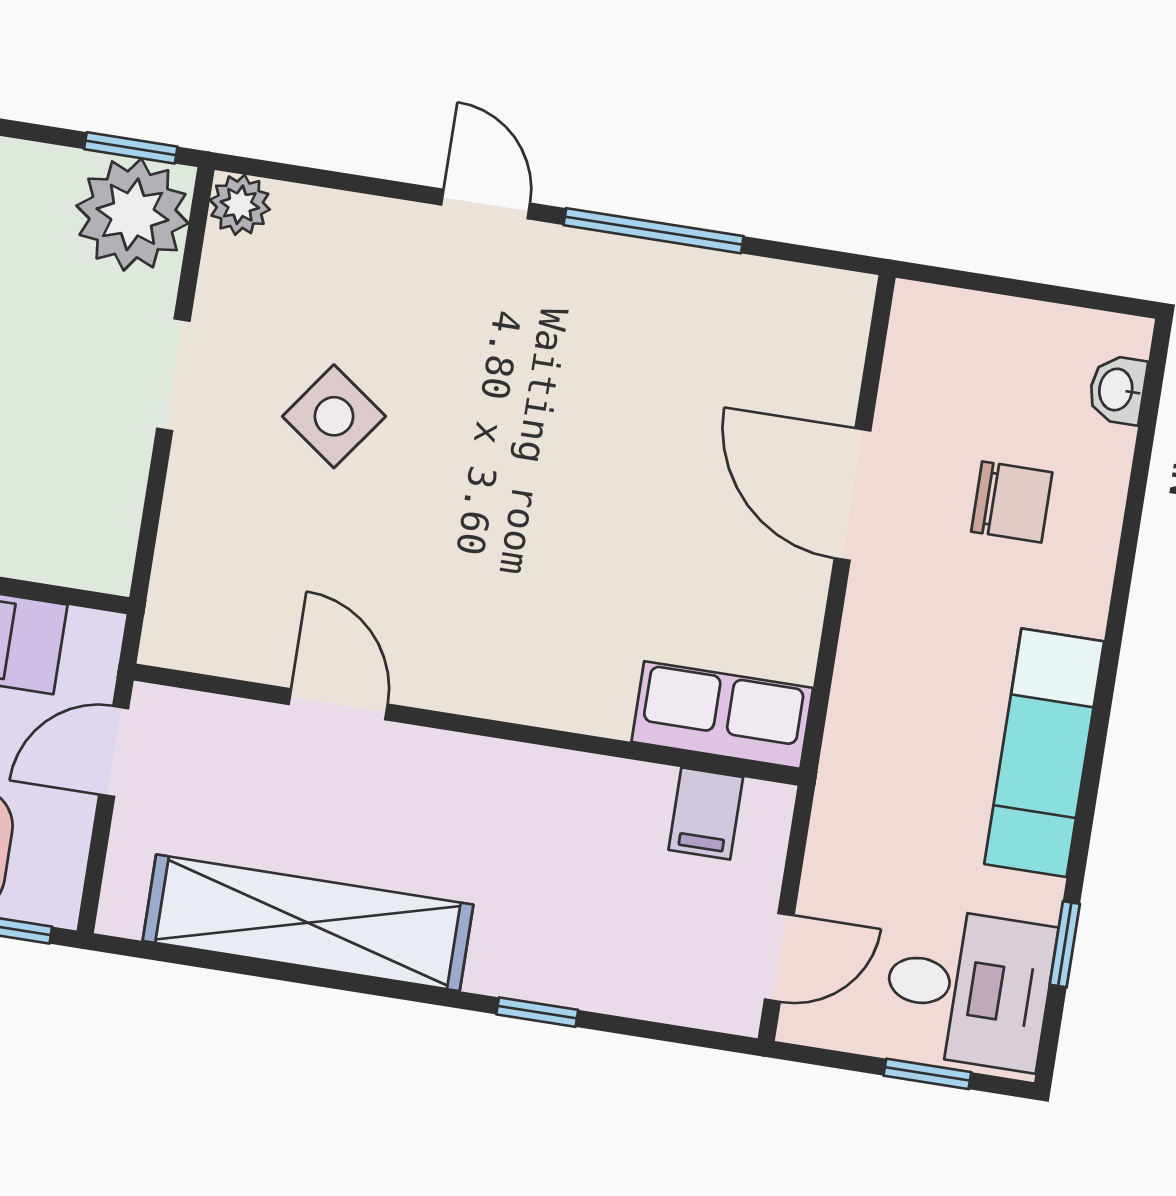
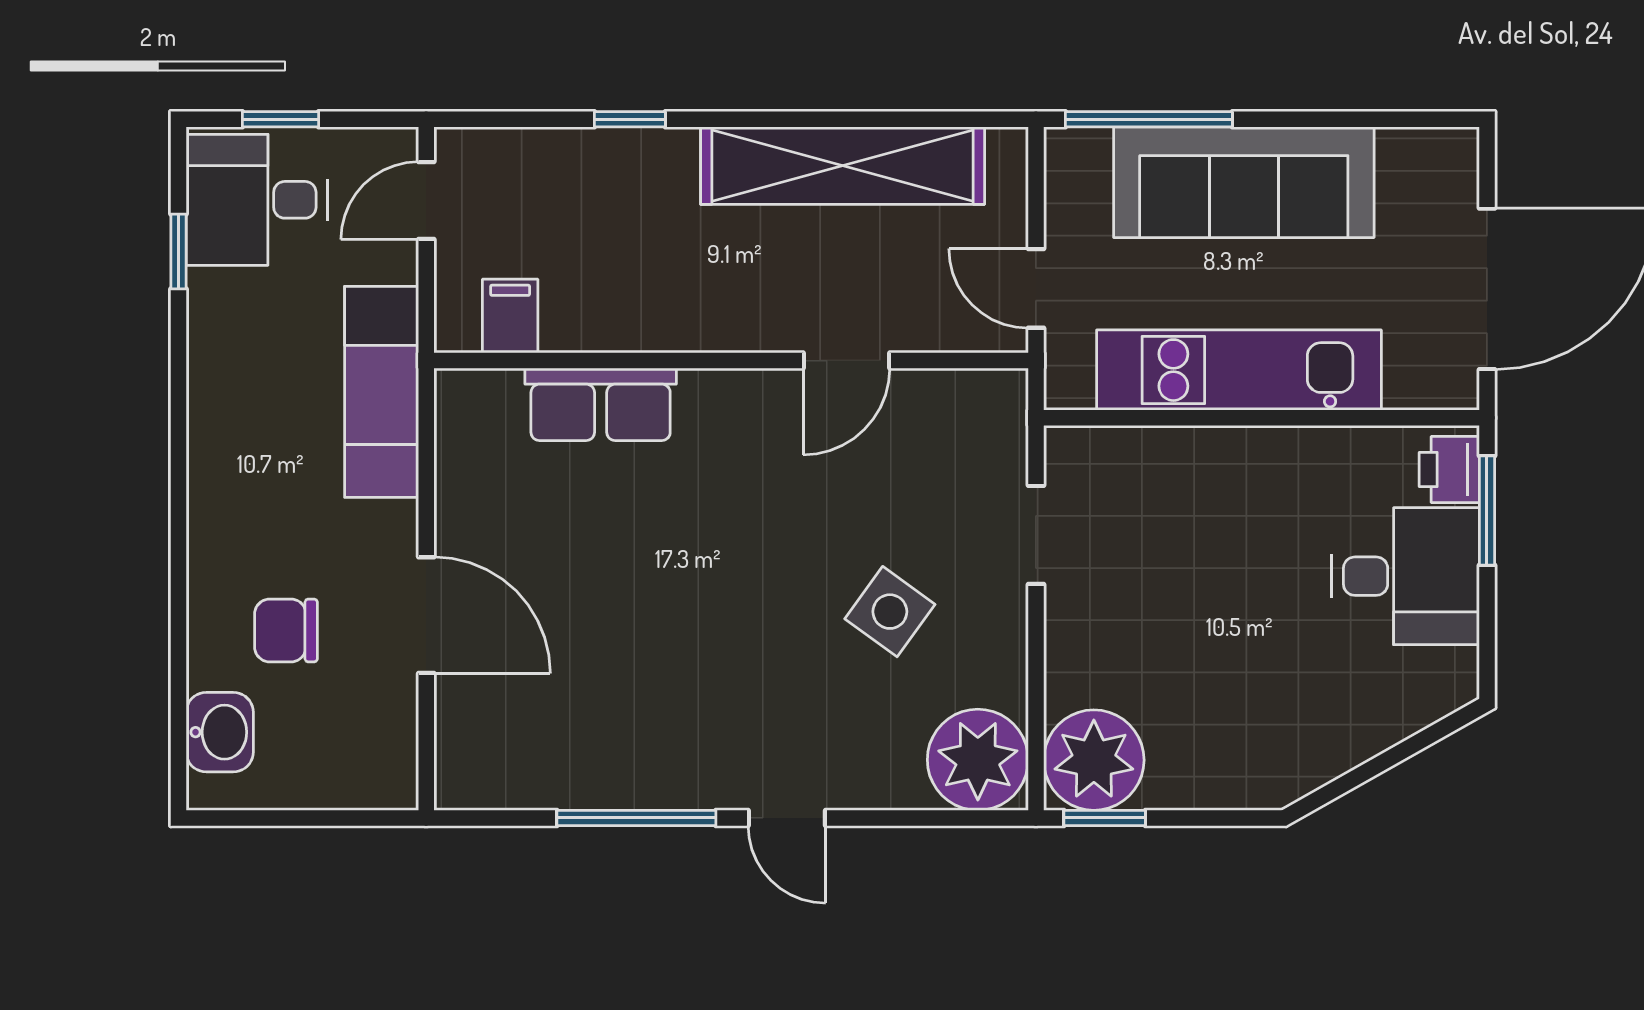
plant: (240, 205) -> (978, 760), width x1.88, depth x1.88
doorway: (173, 375) -> (1036, 535), moved
washbasin: (1117, 390) -> (220, 732), width x1.38, depth x1.45
door: (338, 704) -> (846, 361), hinge flipped
row of seats: (722, 715) -> (601, 404), moved
door: (114, 751) -> (1036, 288), swing flipped
exam couch: (1044, 753) -> (382, 392), moved, turned 180

